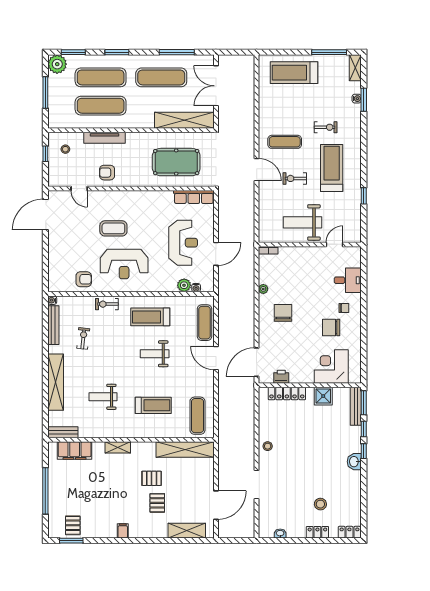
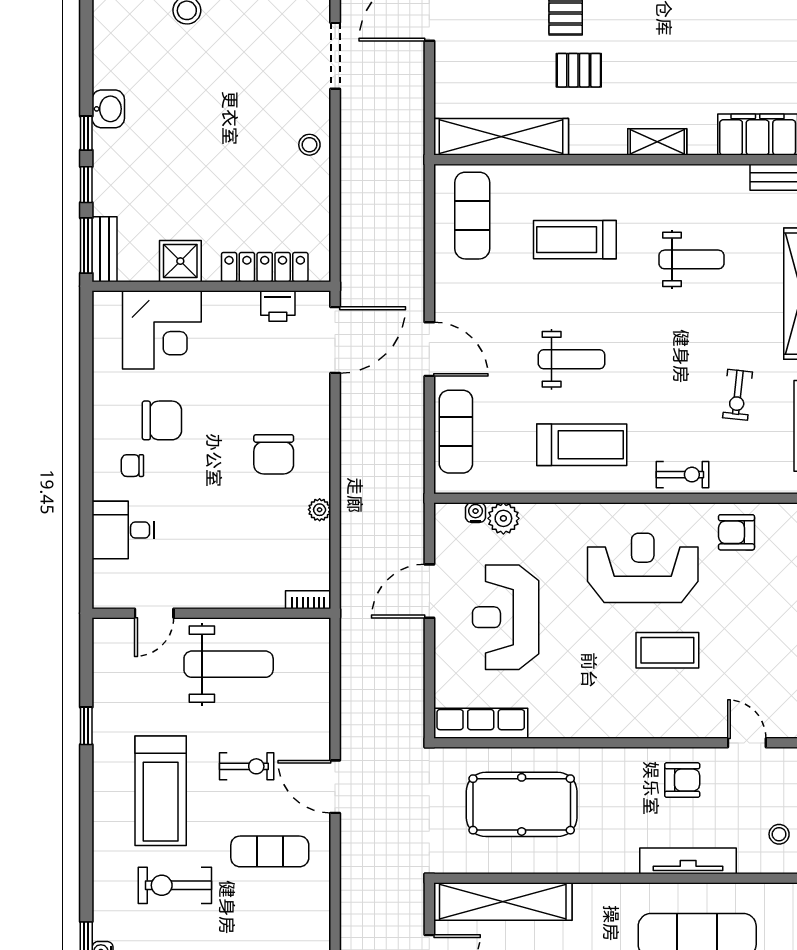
exercise bike: (326, 127) -> (175, 885), width x1.38, depth x1.39
bench: (356, 406) -> (105, 249), width x0.73

